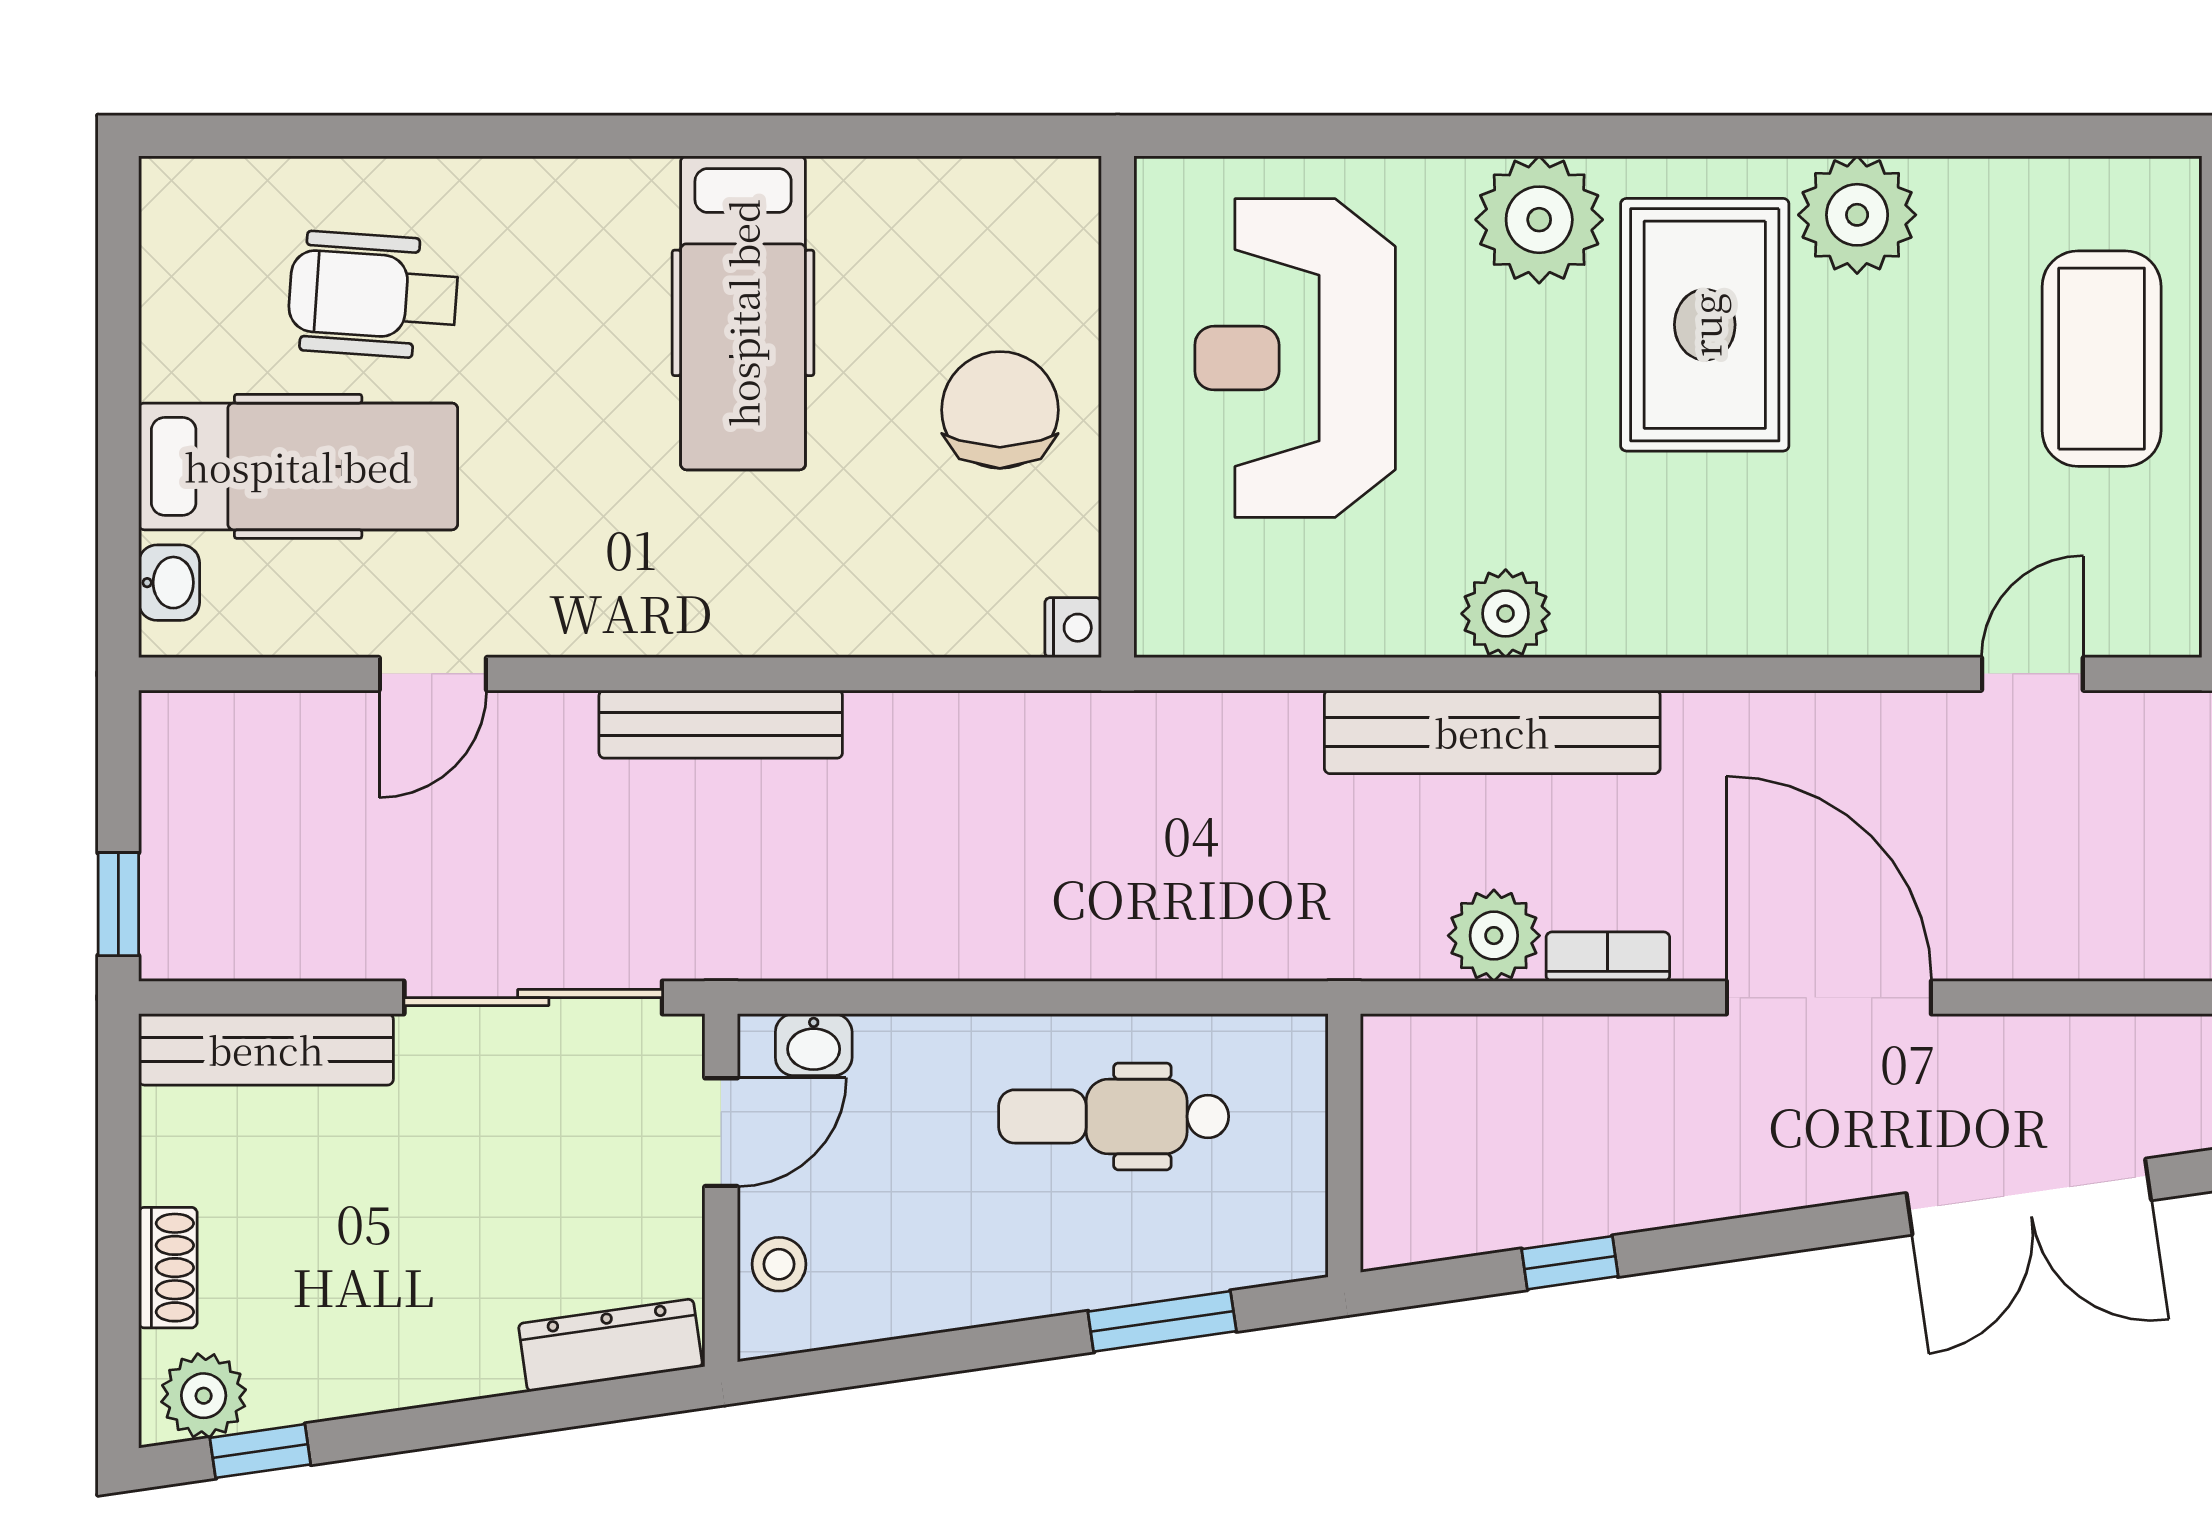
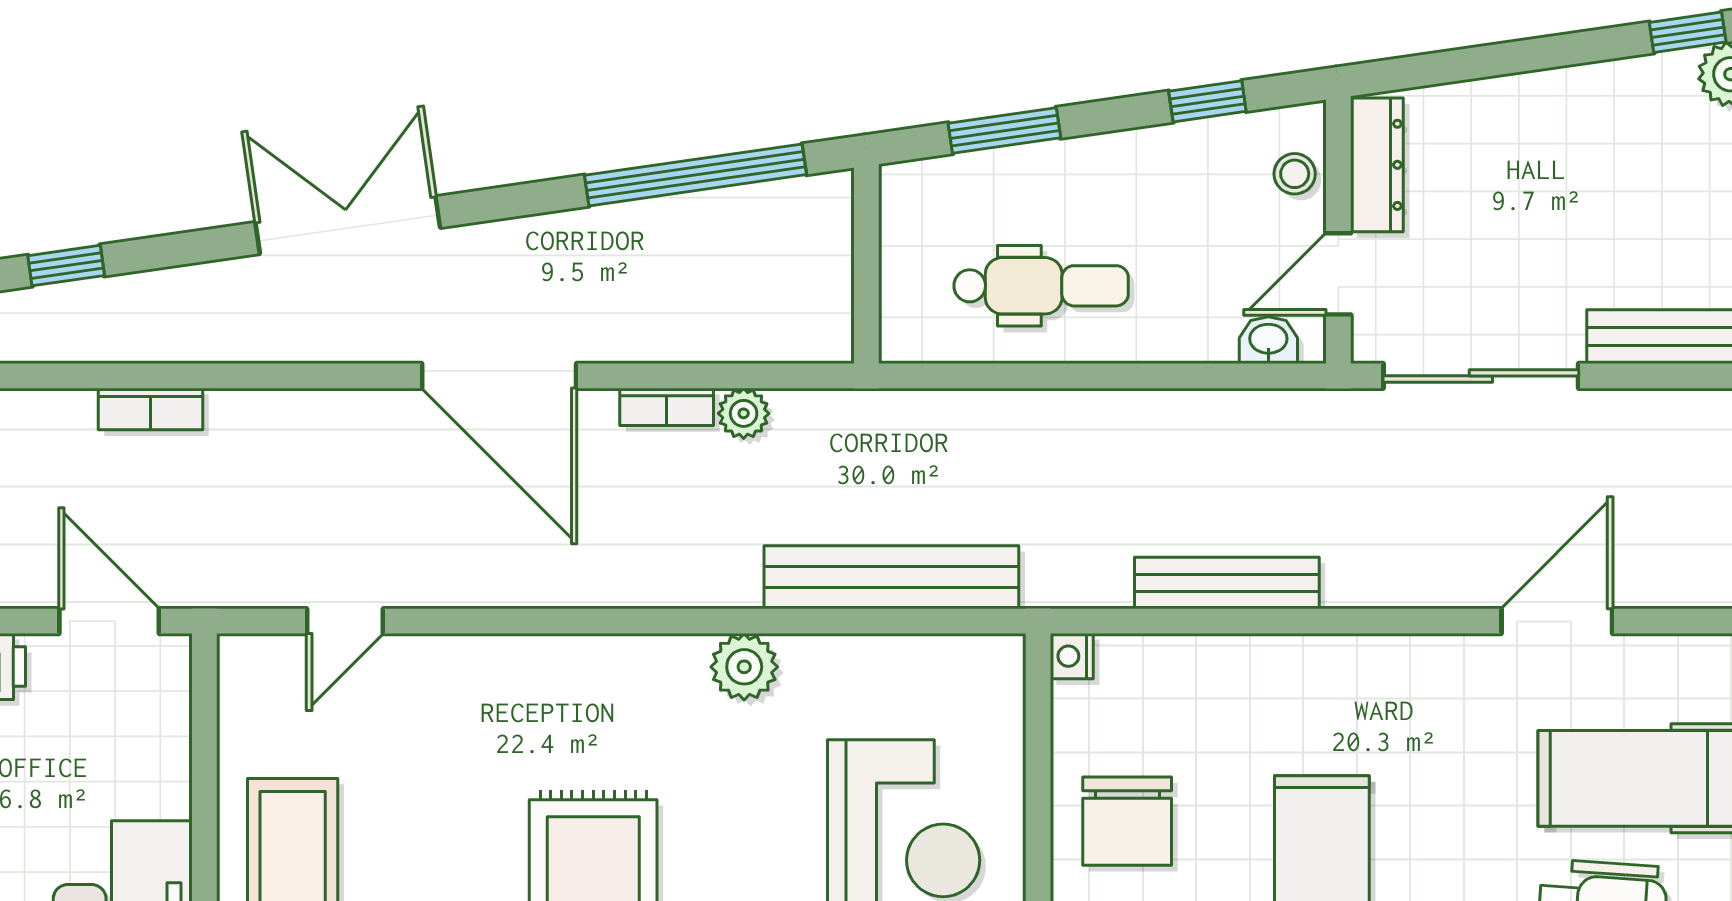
door: (433, 674) -> (1557, 621), width x1.38
bench: (721, 724) -> (1227, 583), moved
bench: (1492, 732) -> (891, 577), moved
plant: (1494, 936) -> (744, 413), width x0.73, depth x0.73
window: (1570, 1263) -> (695, 175), width x3.17
dresser: (610, 1345) -> (1377, 165), moved, turned -82
window: (894, 1360) -> (1207, 101), added

